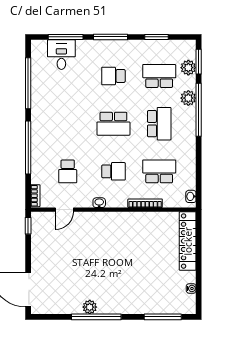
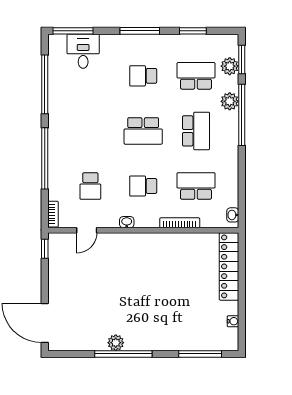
window: (66, 37) -> (73, 31), moved
school desk: (113, 171) -> (143, 186), turned 180

